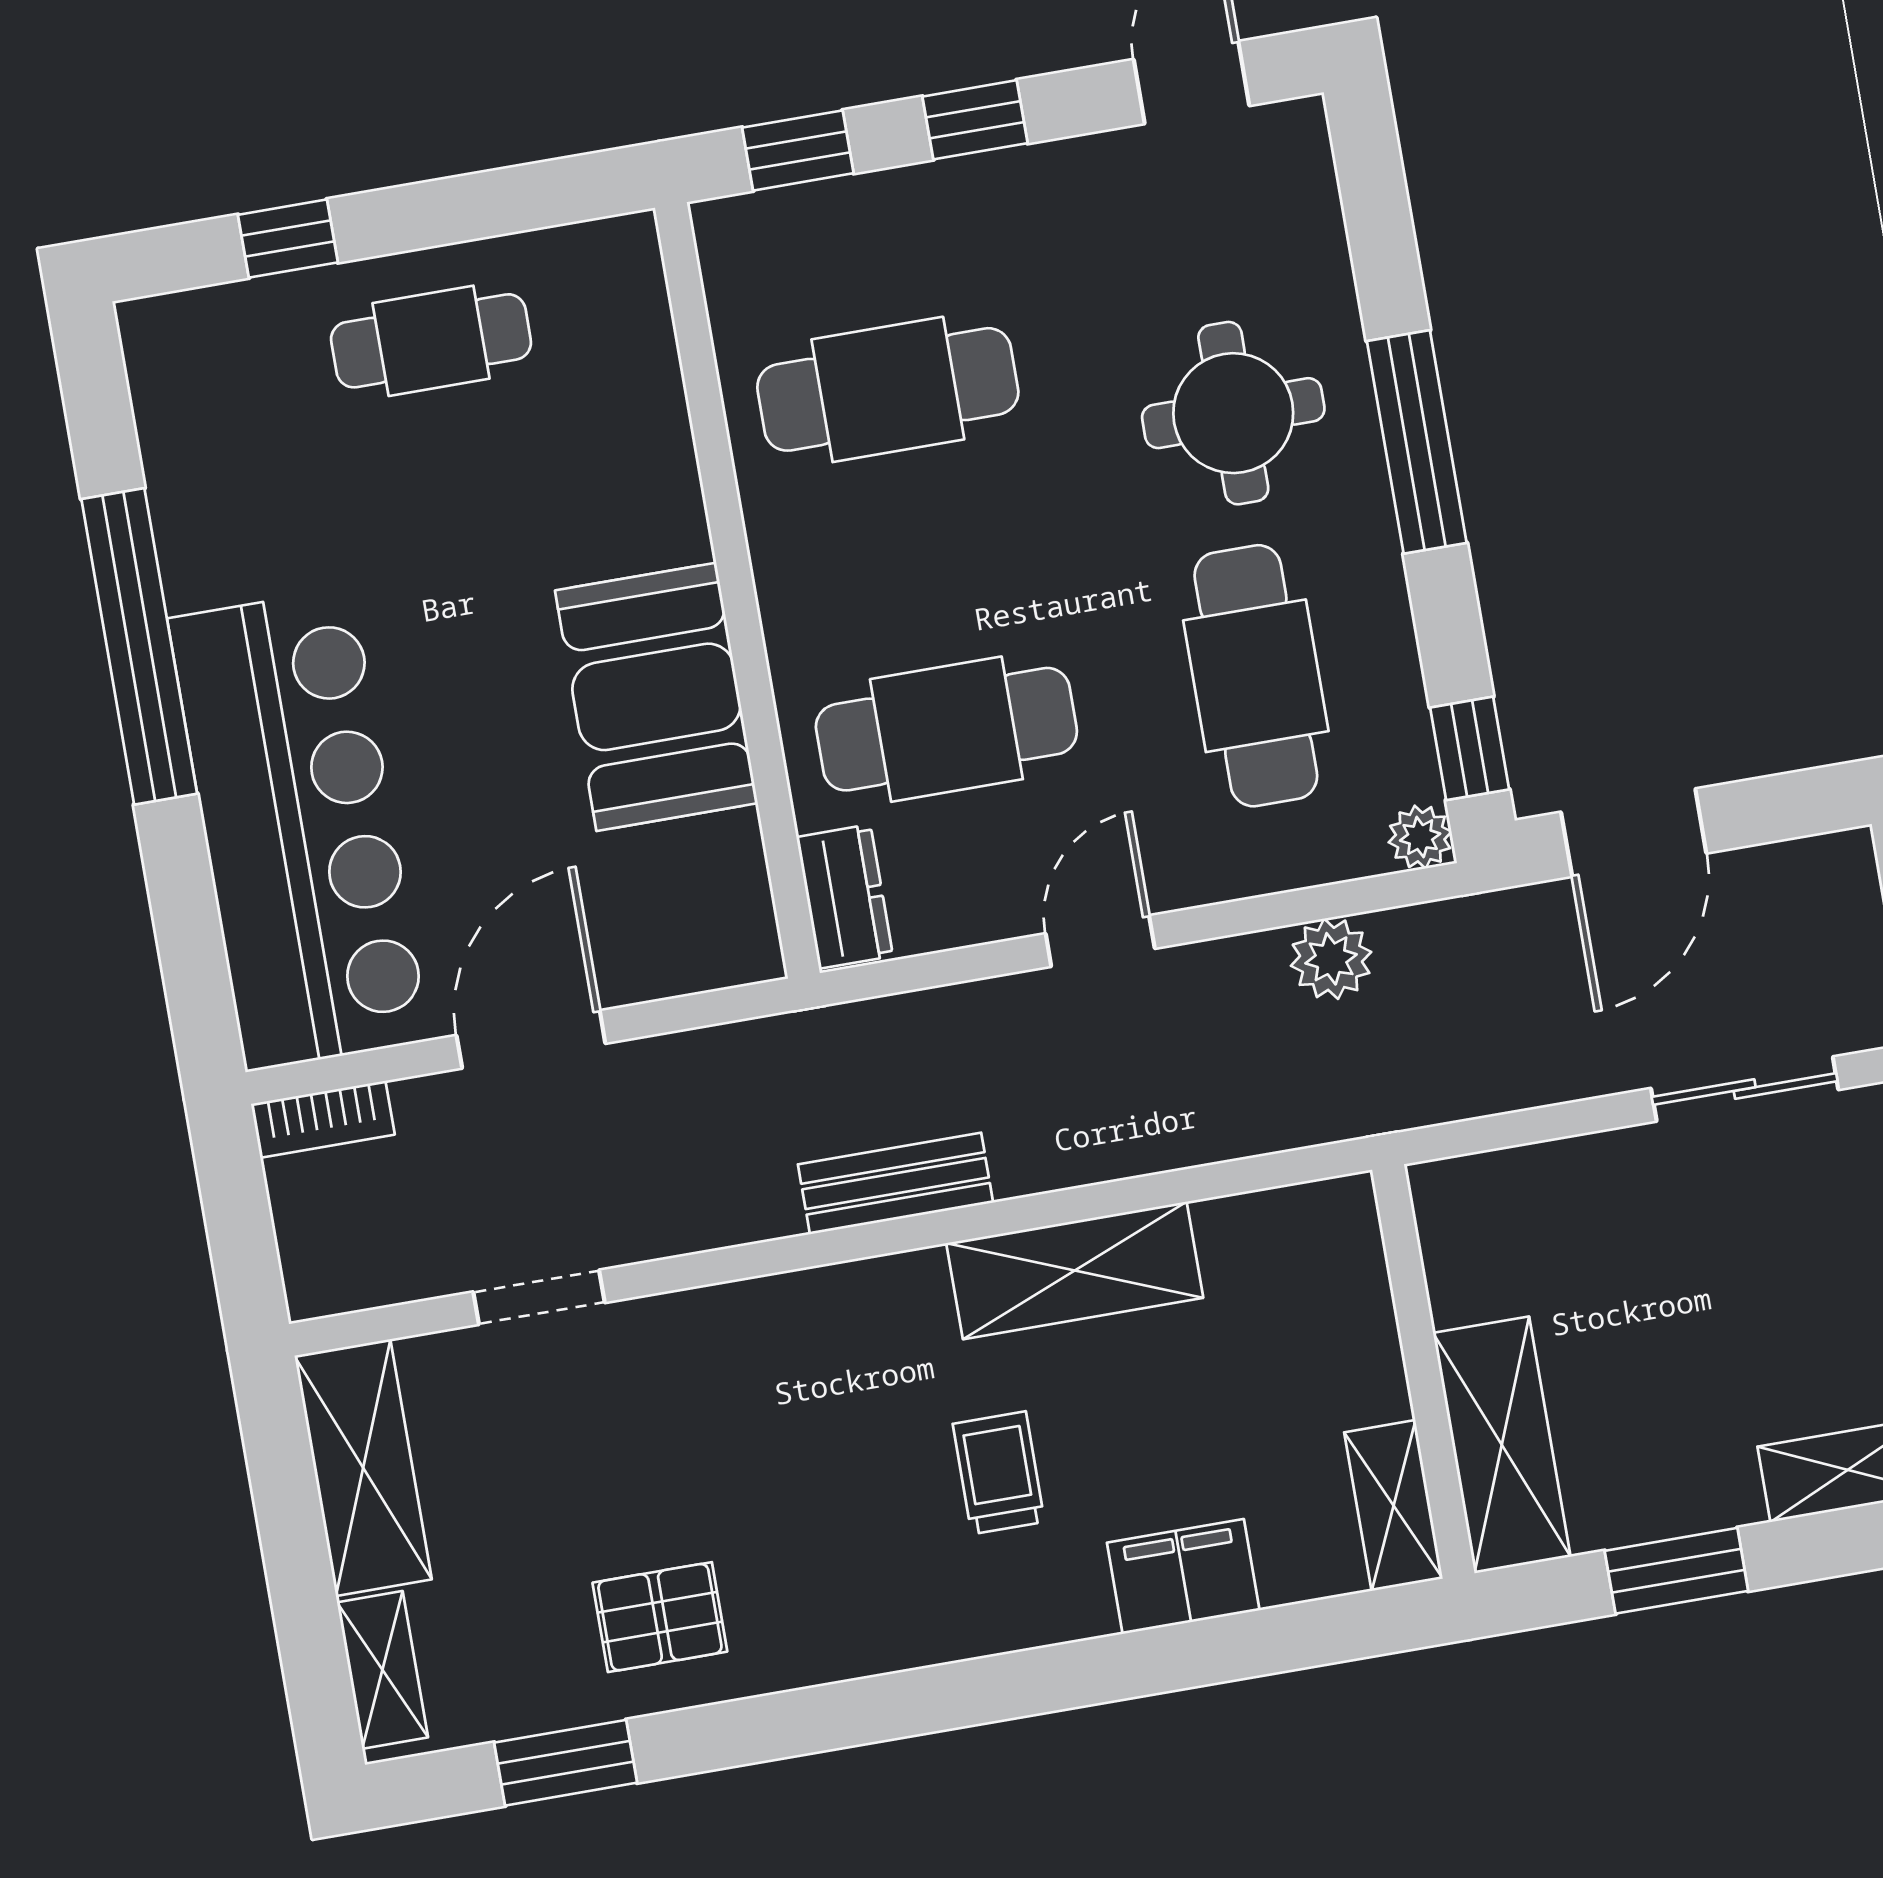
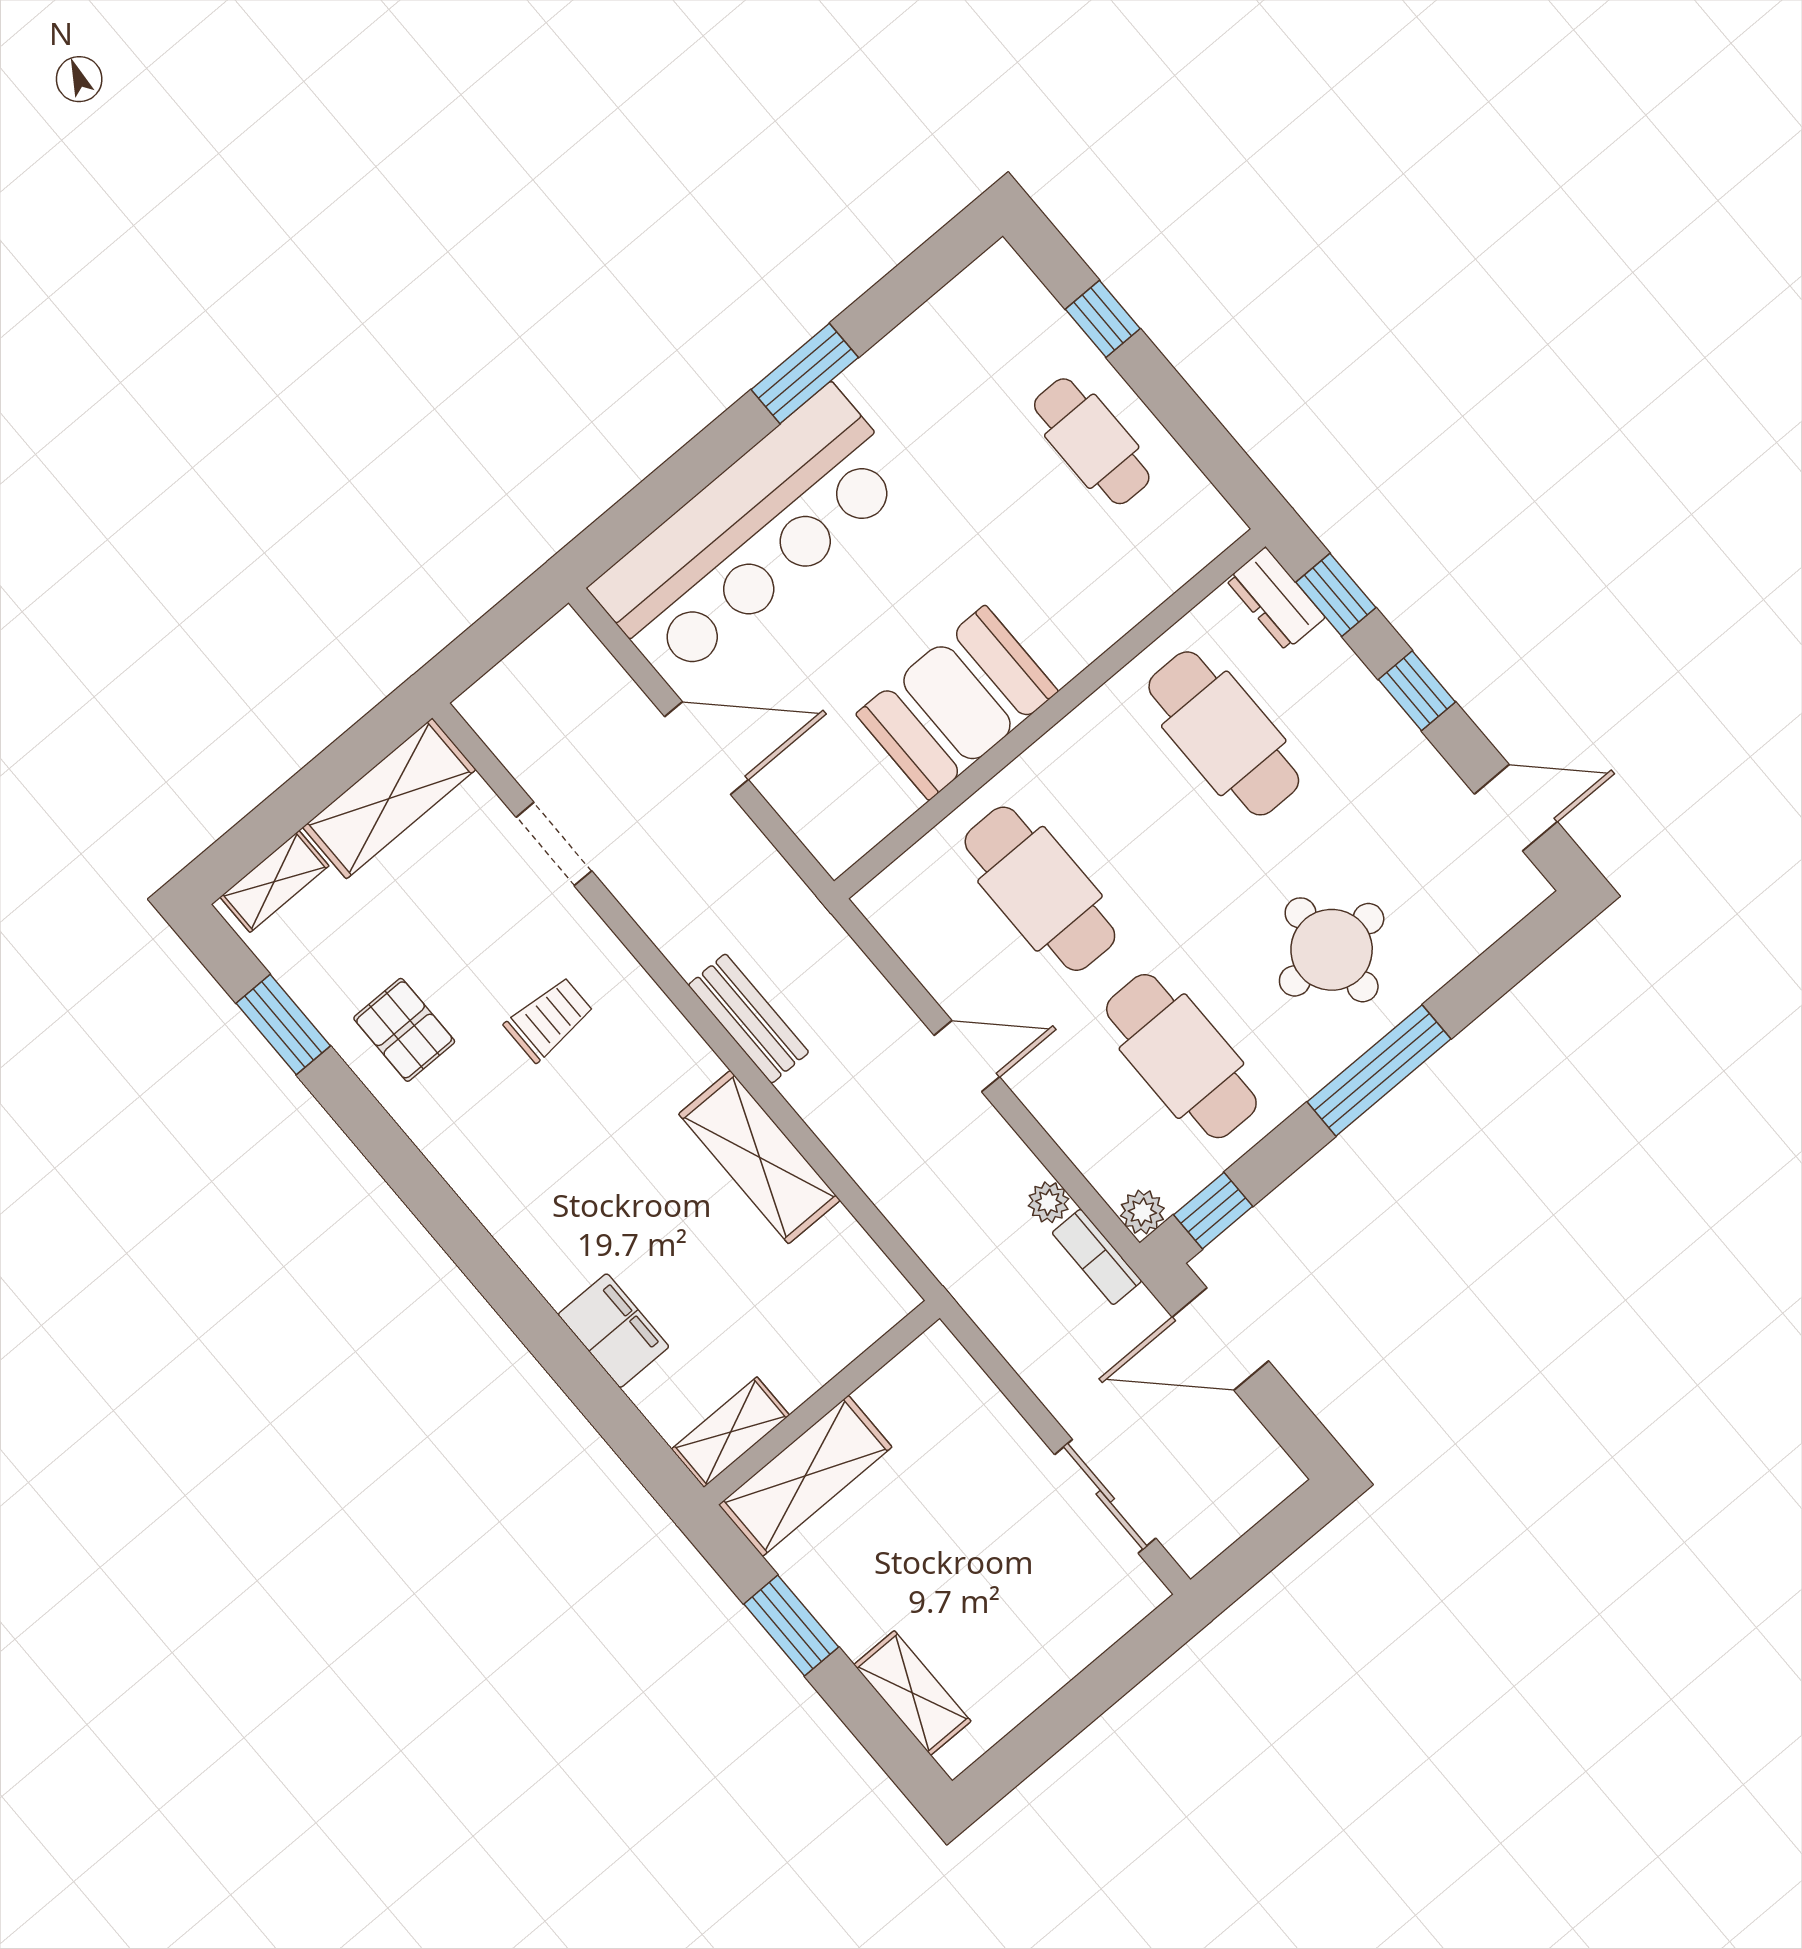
window: (139, 646) -> (805, 374), width x0.47
cafe table: (1256, 676) -> (1181, 1056), turned 90
dresser: (845, 897) -> (1276, 599), moved, turned 90
plant: (1331, 959) -> (1049, 1202), width x0.73, depth x0.73
bookcase: (323, 1119) -> (1097, 1257), moved
trolley: (999, 1473) -> (549, 1019), moved

